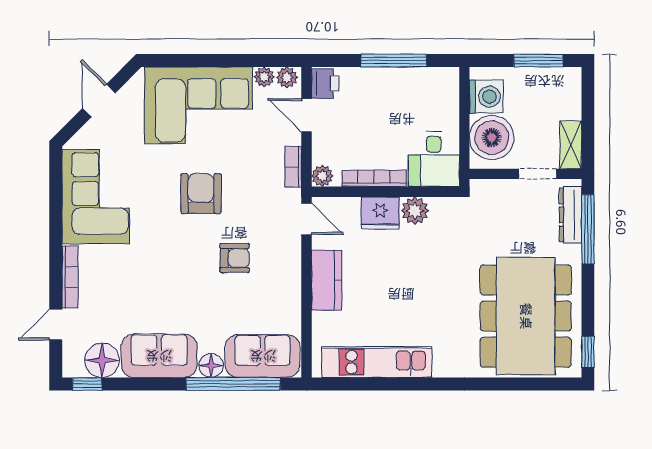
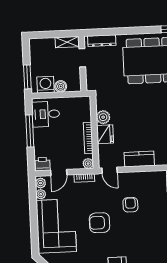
window: (538, 61) -> (27, 77), moved
boiler: (492, 138) -> (61, 86), width x0.54, depth x0.54
desk: (434, 159) -> (46, 114), moved, turned 180
door: (307, 219) -> (110, 170), swing flipped
window: (588, 229) -> (108, 32), removed

